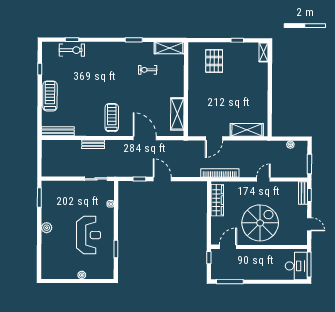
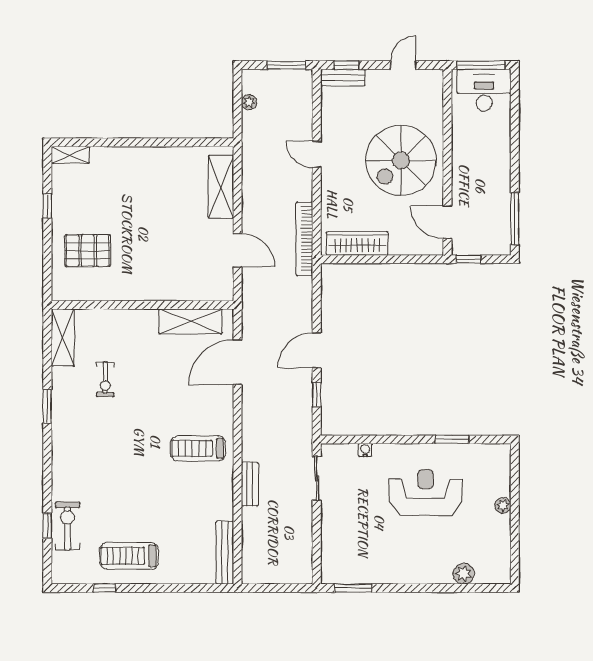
treadmill: (50, 96) -> (129, 556), moved
door: (145, 138) -> (237, 362), moved
spiral stairs: (260, 223) -> (401, 160), turned -90
plant: (47, 228) -> (464, 574), moved

